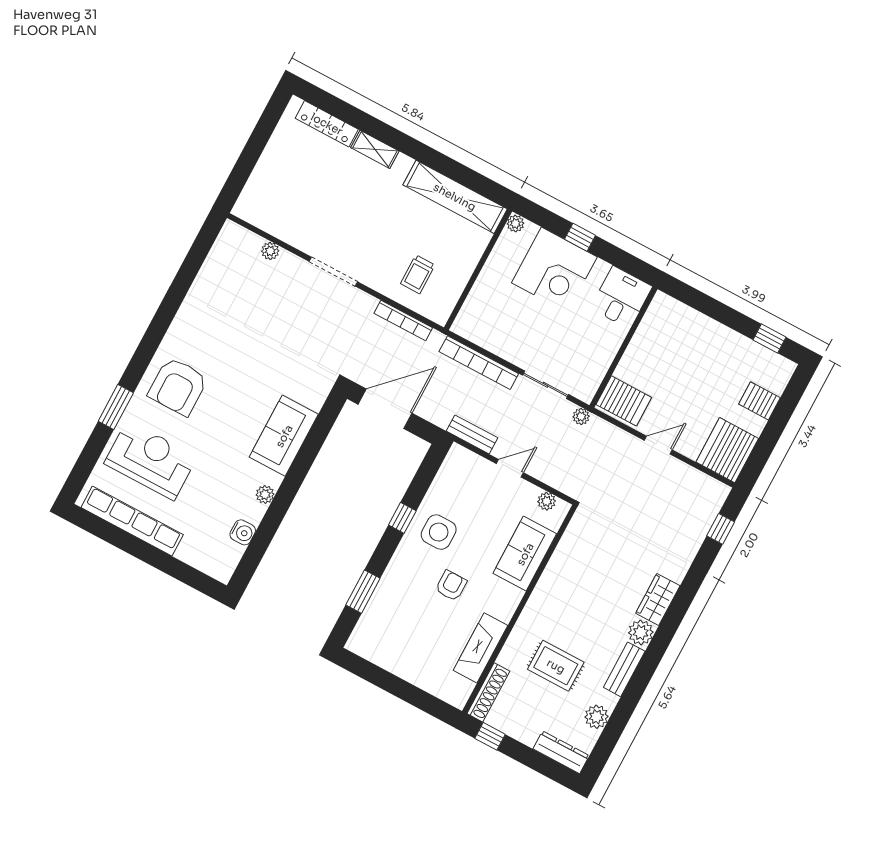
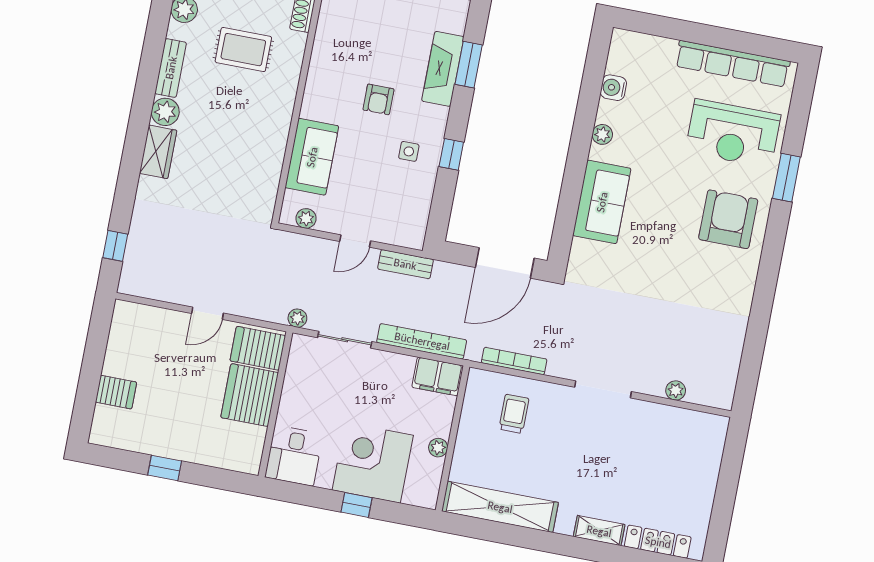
plant: (515, 224) -> (438, 448), moved
filing cabinet: (474, 328) -> (438, 376), added
window: (769, 338) -> (165, 468), moved
server rack: (727, 450) -> (250, 395), moved, turned 180
side table: (439, 532) -> (409, 151), width x0.54, depth x0.54
fireplace: (480, 648) -> (443, 69), moved, turned 180

